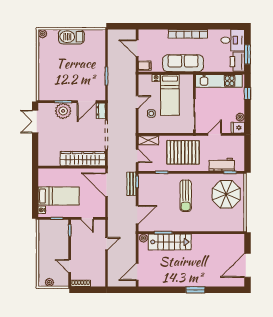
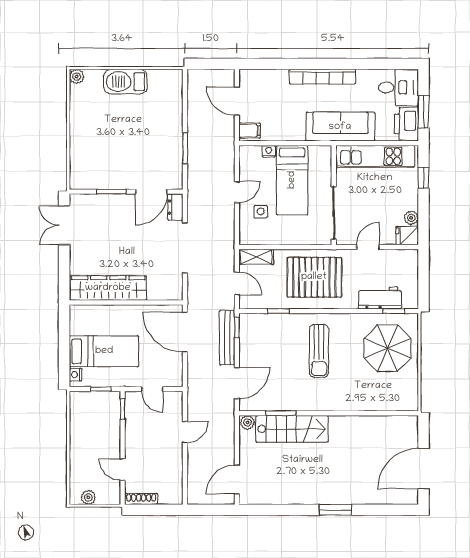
sofa: (183, 63) -> (340, 127), moved
plant: (63, 111) -> (112, 207), removed
wardrobe: (83, 159) -> (108, 288), moved
bench: (131, 184) -> (227, 338), width x1.36

